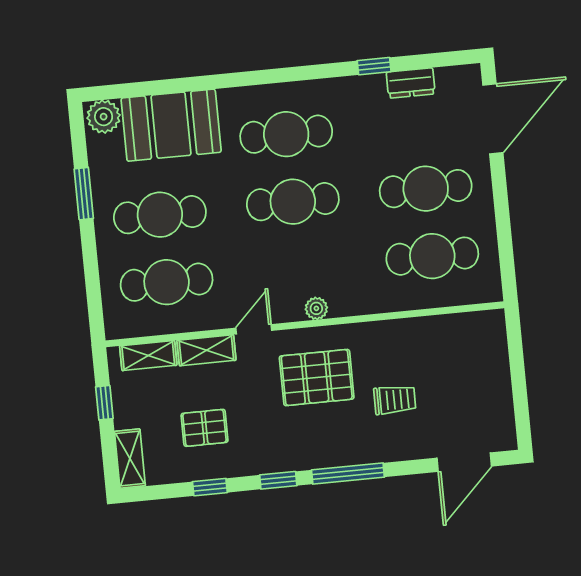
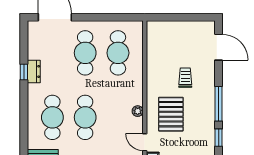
dresser: (411, 83) -> (34, 72), moved

